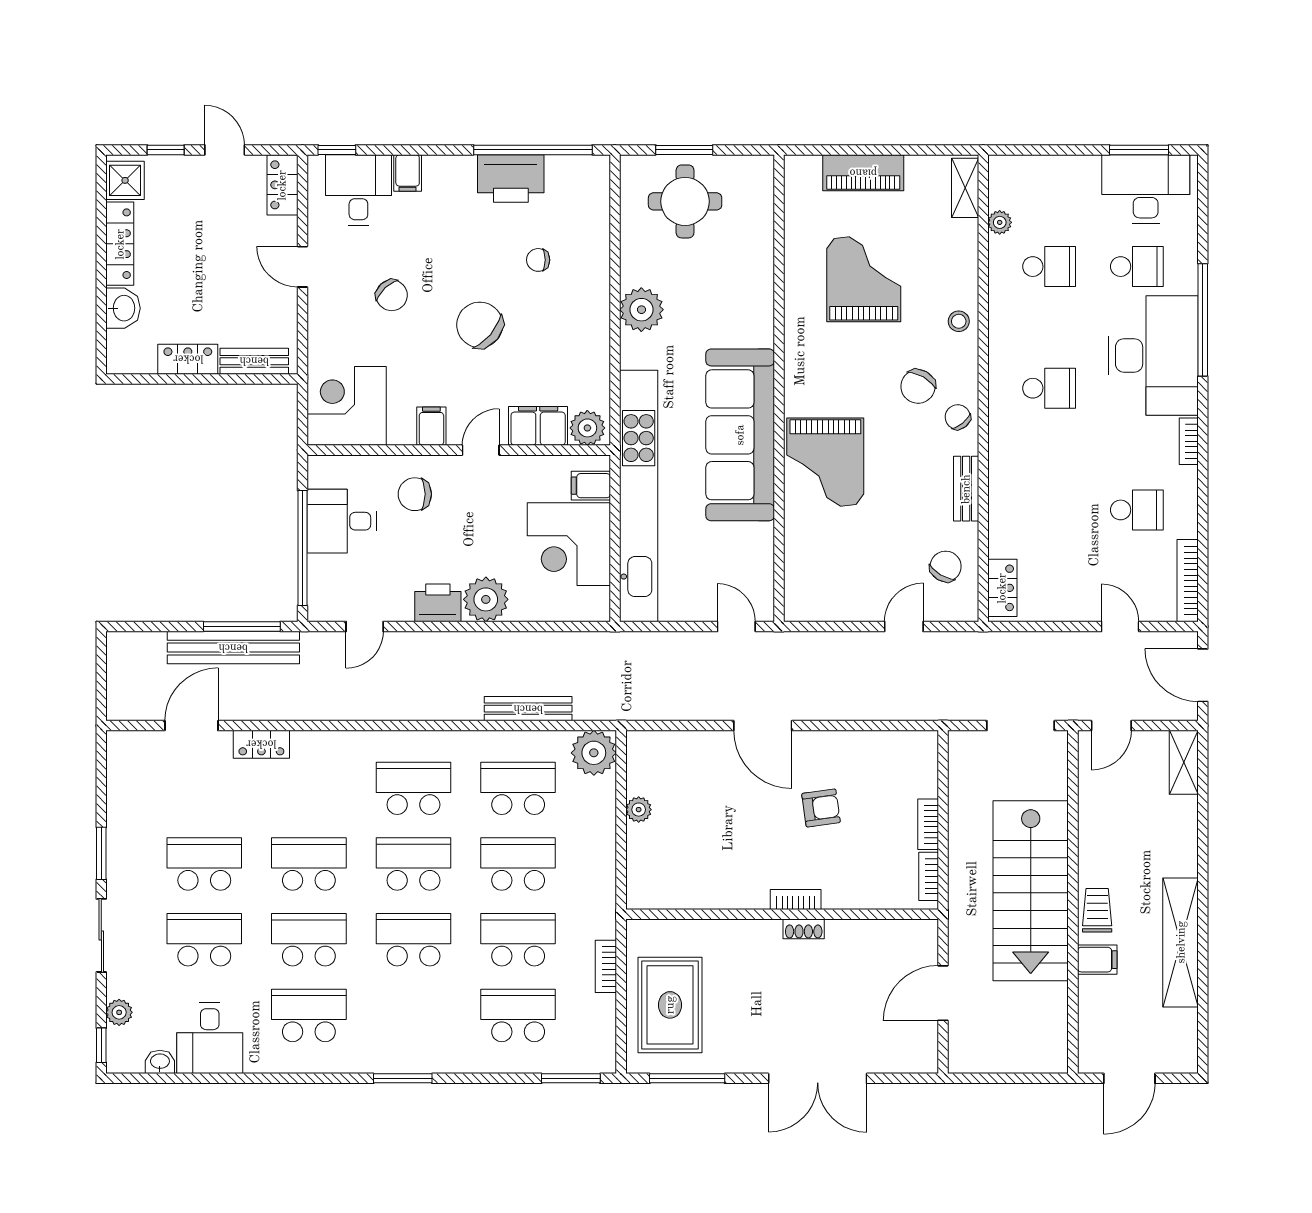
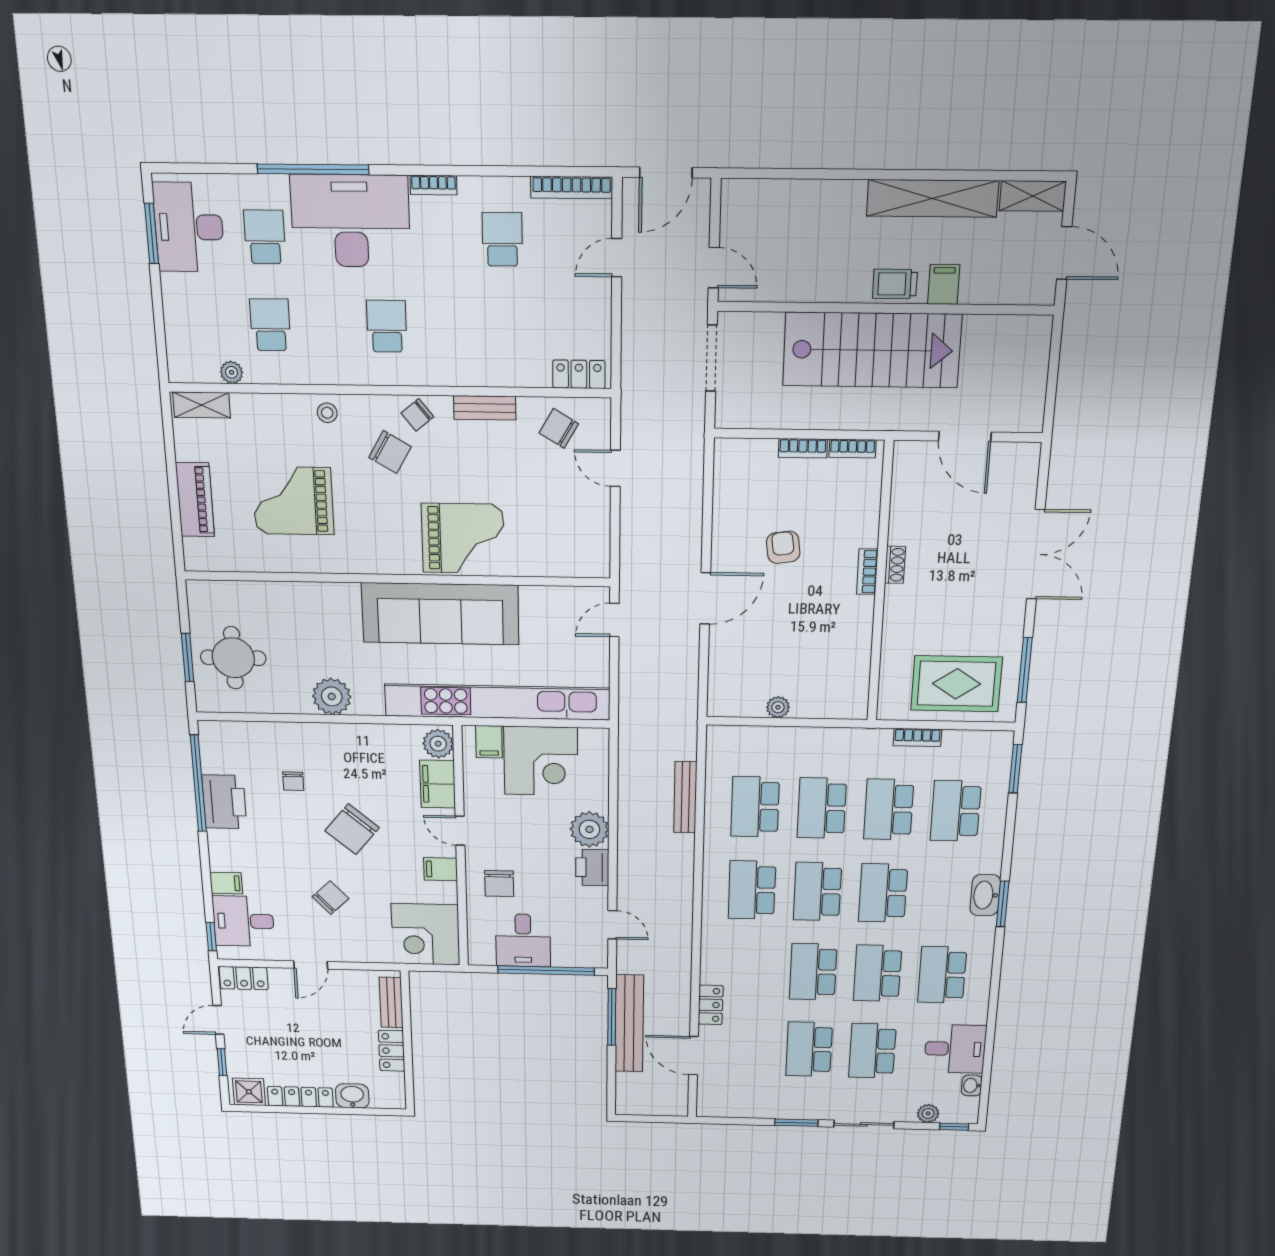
plant: (594, 753) -> (726, 744), removed
shelving: (1184, 762) -> (1033, 196), moved
washbasin: (414, 1058) -> (985, 895), added

